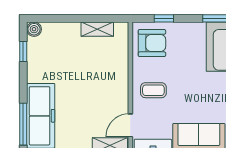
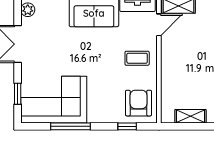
armchair: (152, 43) -> (139, 103), turned 90

